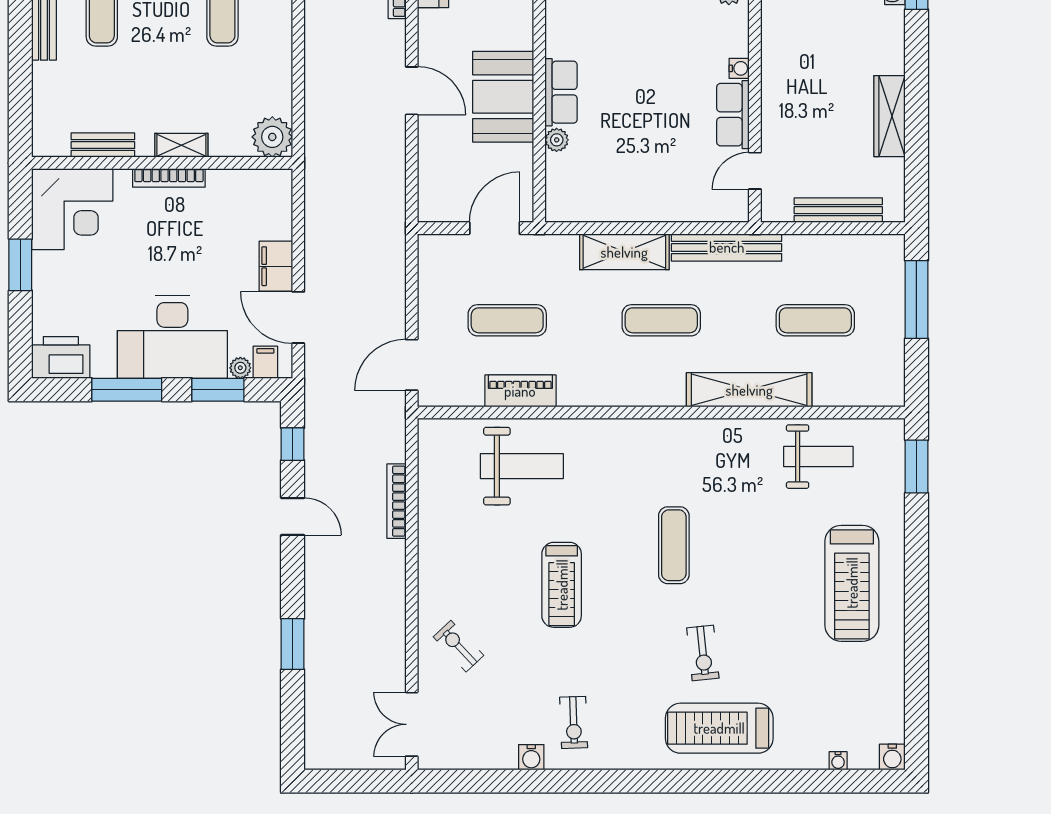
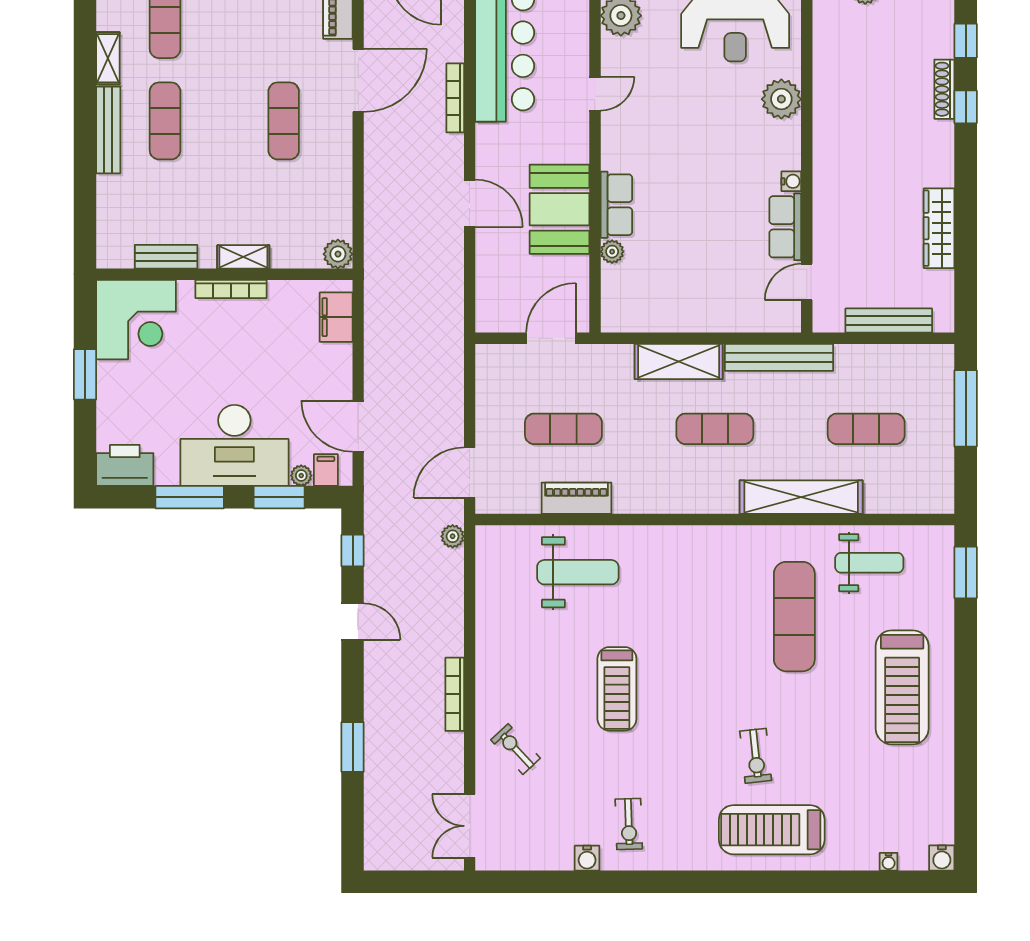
plant: (272, 137) -> (338, 254), width x0.73, depth x0.73
filing cabinet: (276, 266) -> (336, 317), moved
plant: (394, 430) -> (453, 536), added
bookcase: (396, 501) -> (455, 694), moved
exercise mat: (674, 545) -> (794, 617), moved, width x1.36, depth x1.45

